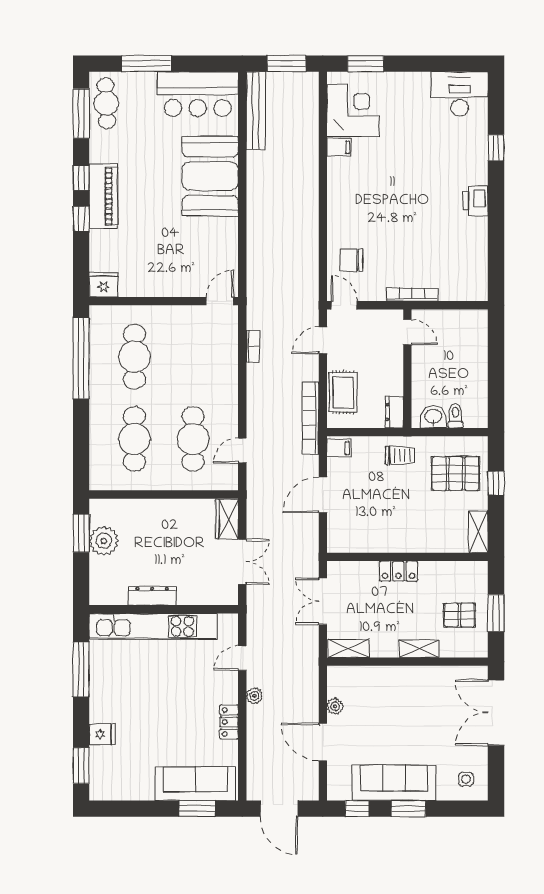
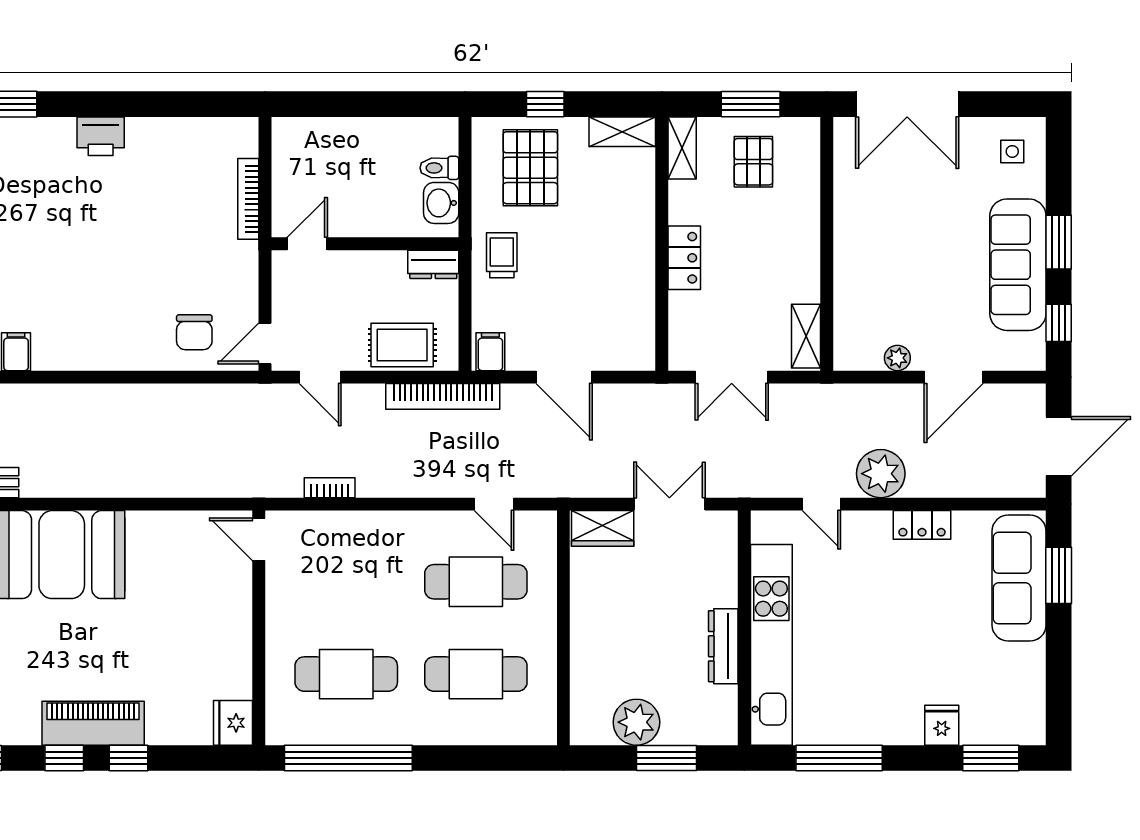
bookcase: (412, 295) -> (248, 199), moved
window: (81, 533) -> (666, 758), moved
shelving: (419, 649) -> (682, 148), moved
plant: (254, 696) -> (881, 474), width x1.87, depth x1.87

